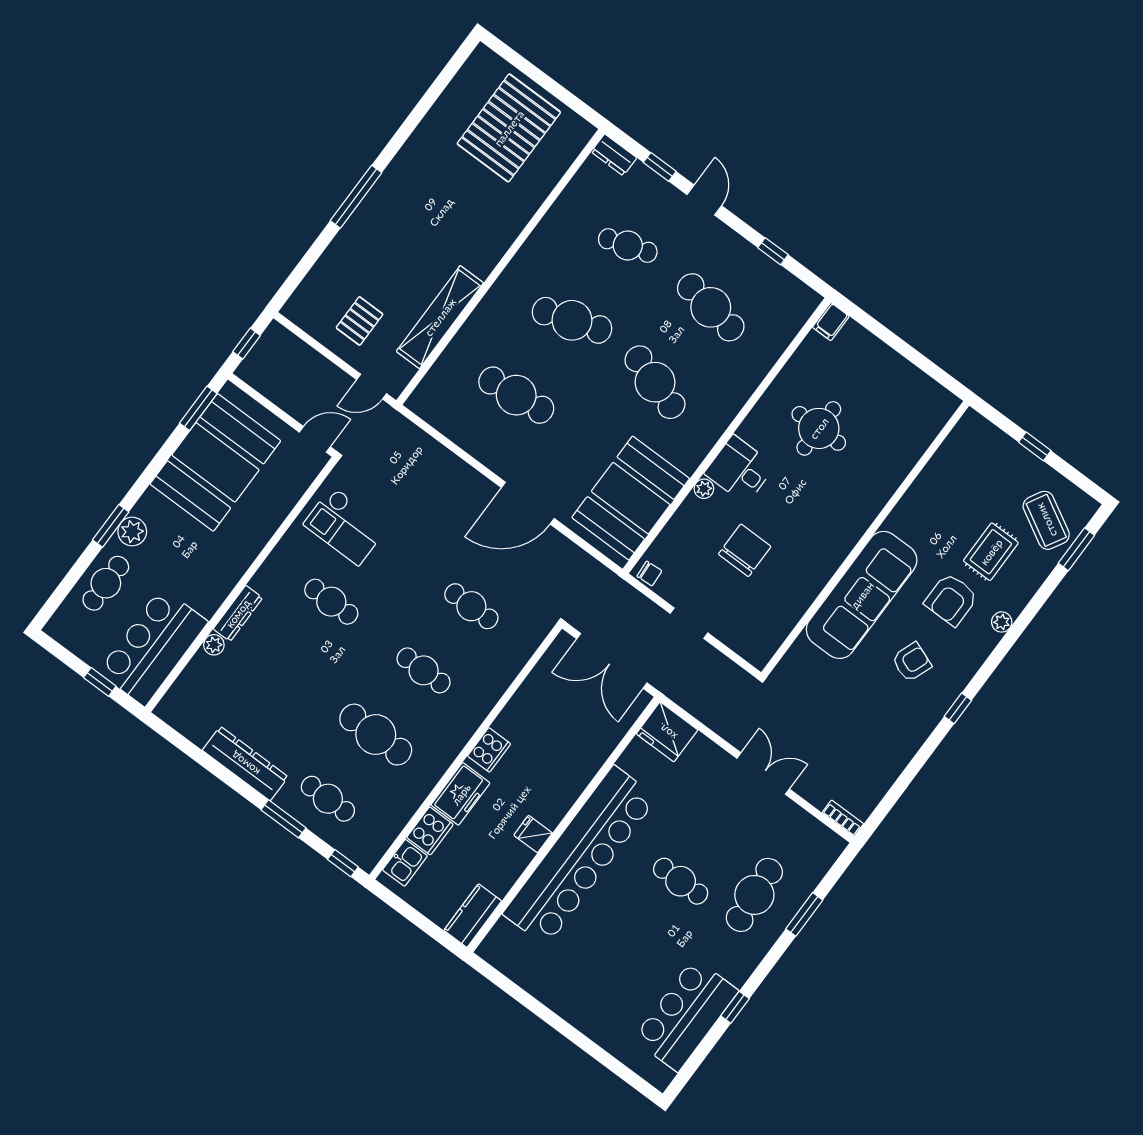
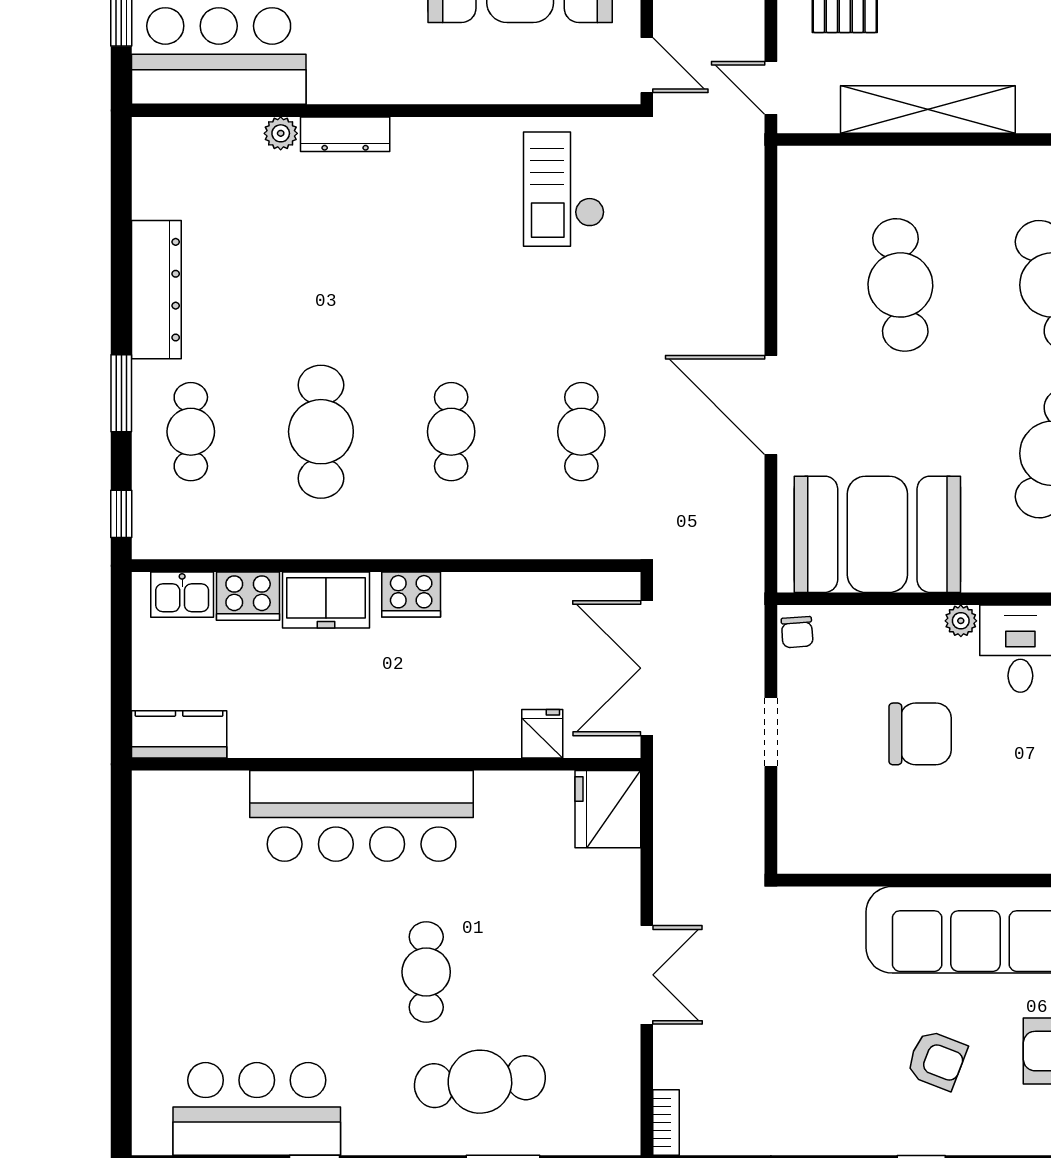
cafe table: (331, 602) -> (451, 245), removed
fridge: (533, 834) -> (542, 734), moved
bar counter: (580, 856) -> (362, 816), width x0.73

